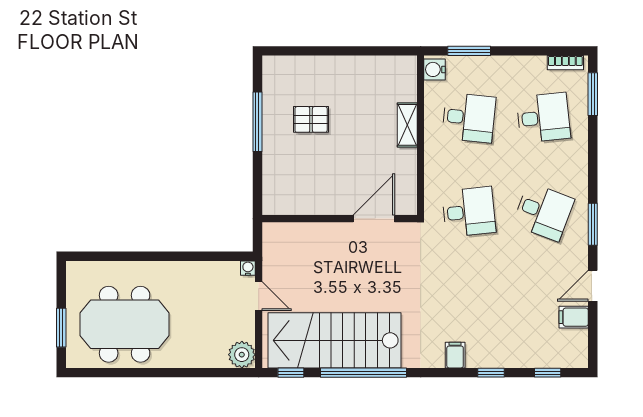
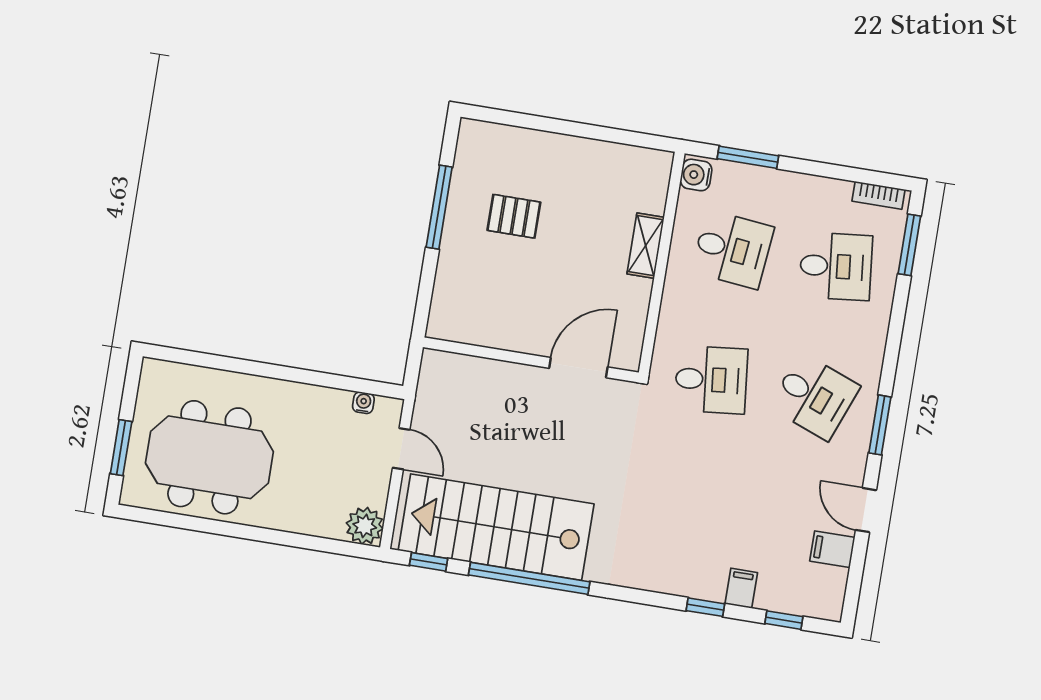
water cooler: (248, 268) -> (363, 403), moved
door: (593, 286) -> (866, 510), hinge flipped
filing cabinet: (455, 355) -> (741, 588), moved

